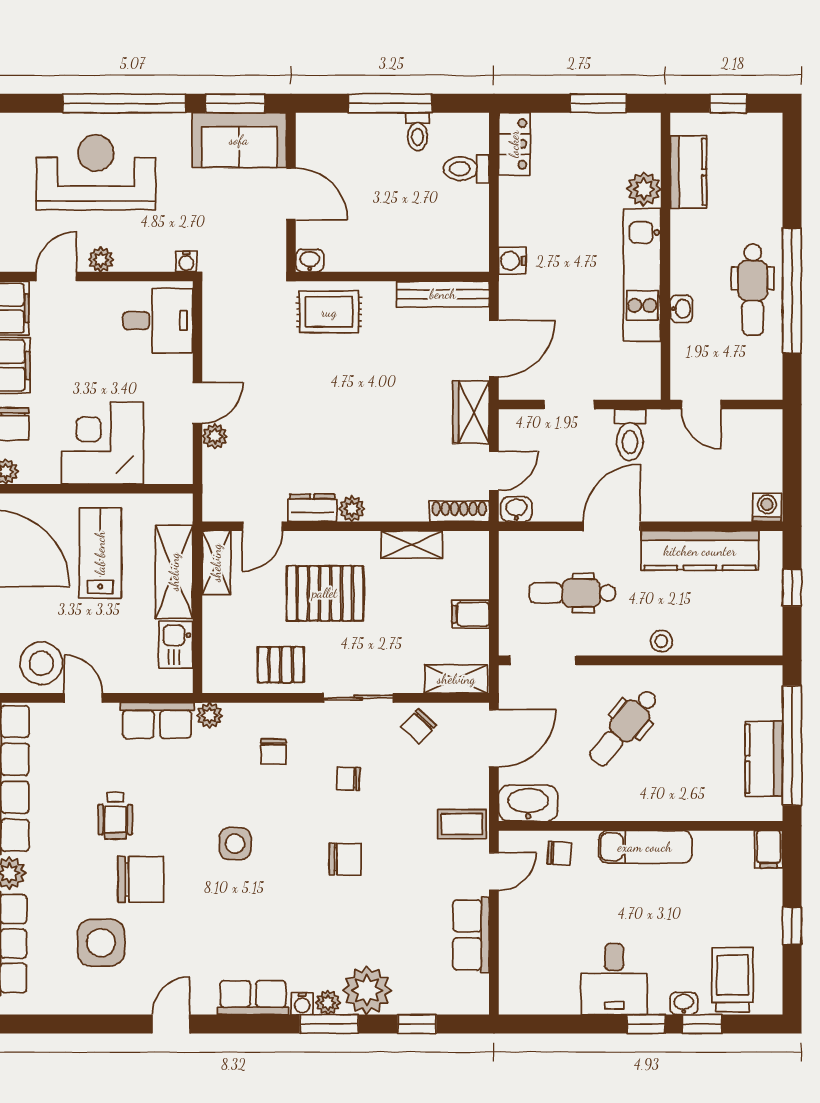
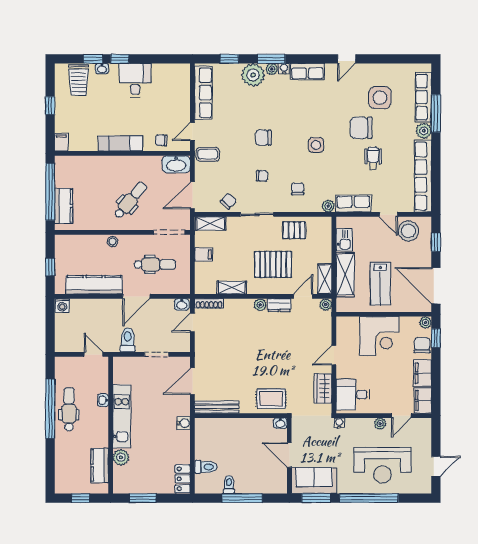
wardrobe: (471, 412) -> (323, 388), moved, turned 180
plant: (215, 436) -> (326, 305), moved
kitchen counter: (764, 759) -> (64, 206), moved
row of seats: (471, 935) -> (203, 93), width x1.48

